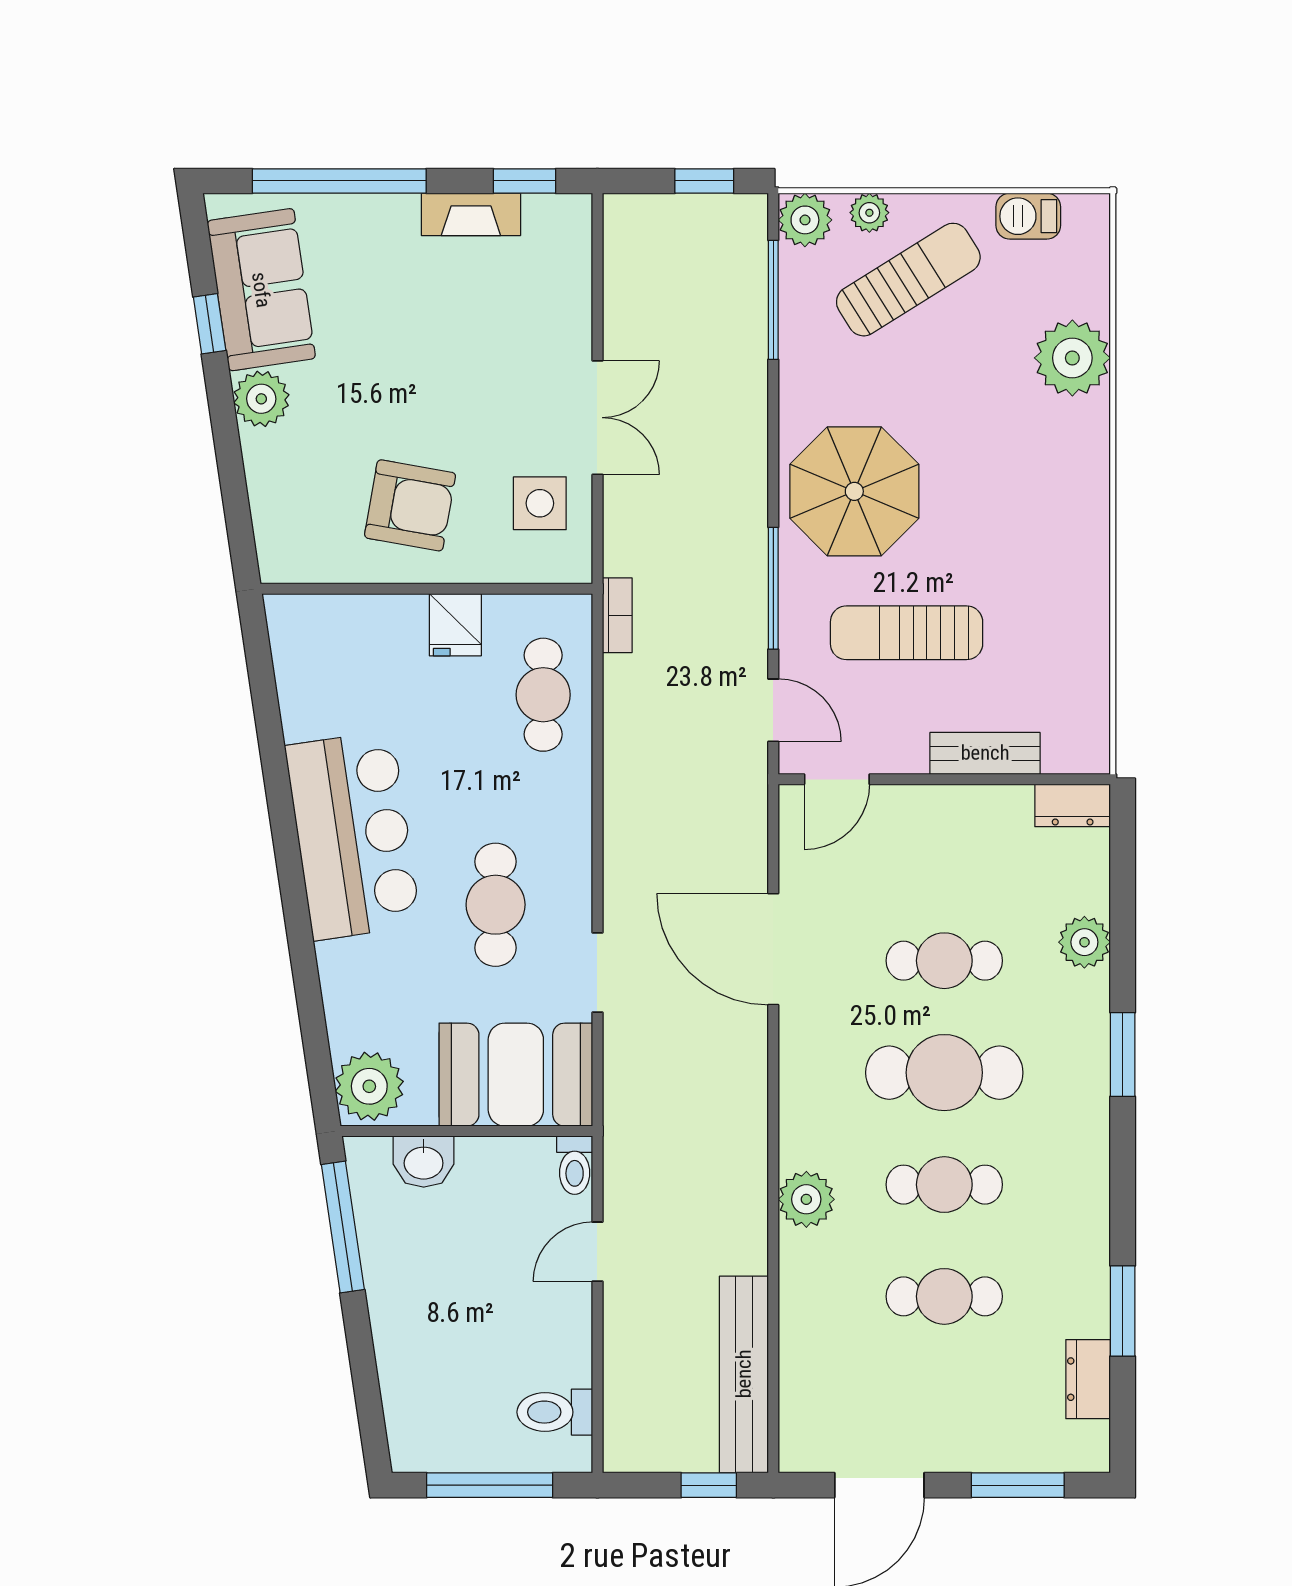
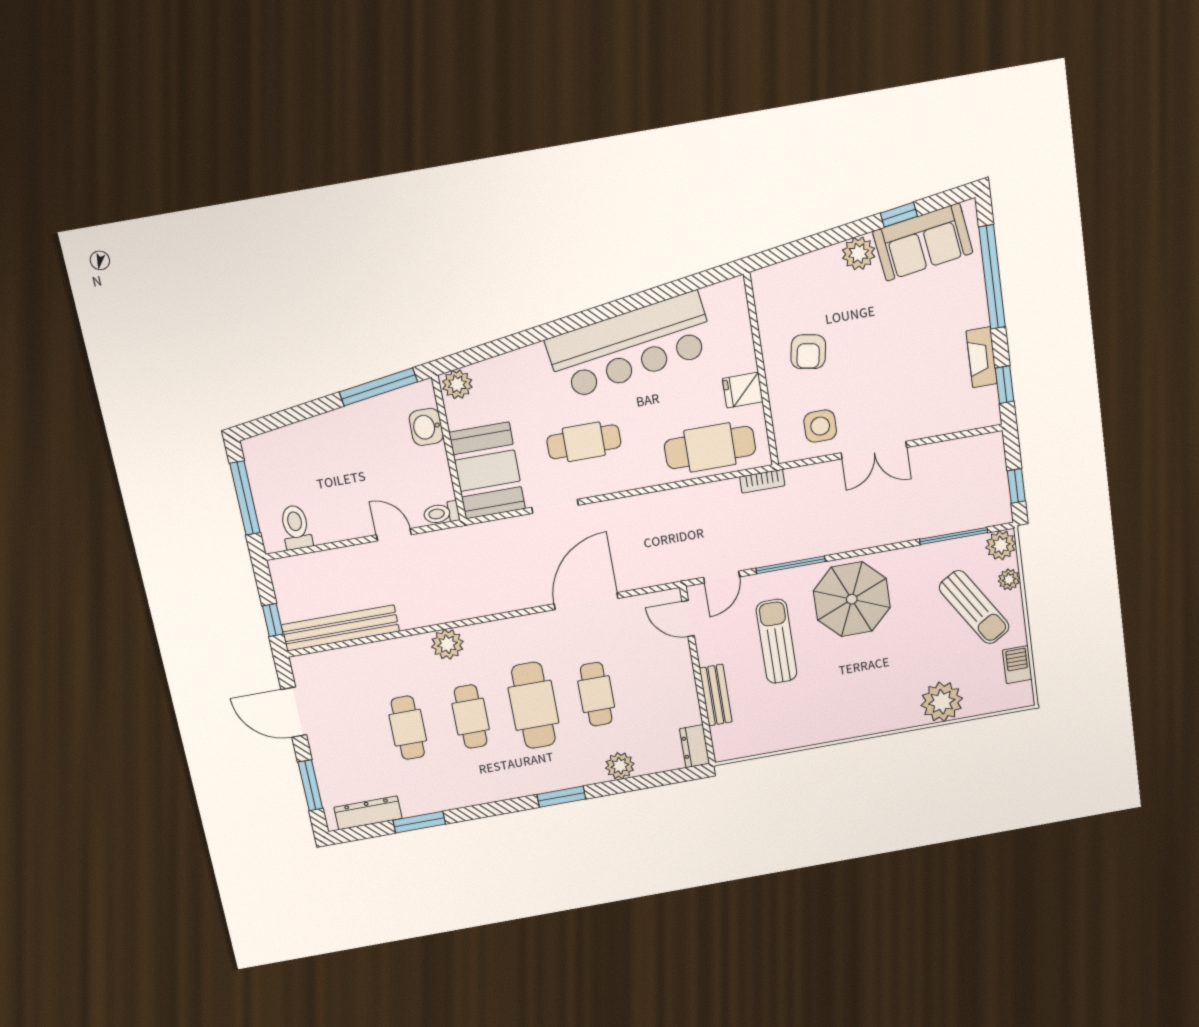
armchair: (410, 505) -> (808, 352), width x0.72, depth x0.72
cafe table: (543, 695) -> (710, 447), width x1.37, depth x1.35
bar counter: (353, 835) -> (630, 346), width x1.36
plant: (369, 1086) -> (457, 384), width x0.73, depth x0.73
dresser: (1088, 1379) -> (368, 813), width x1.44

